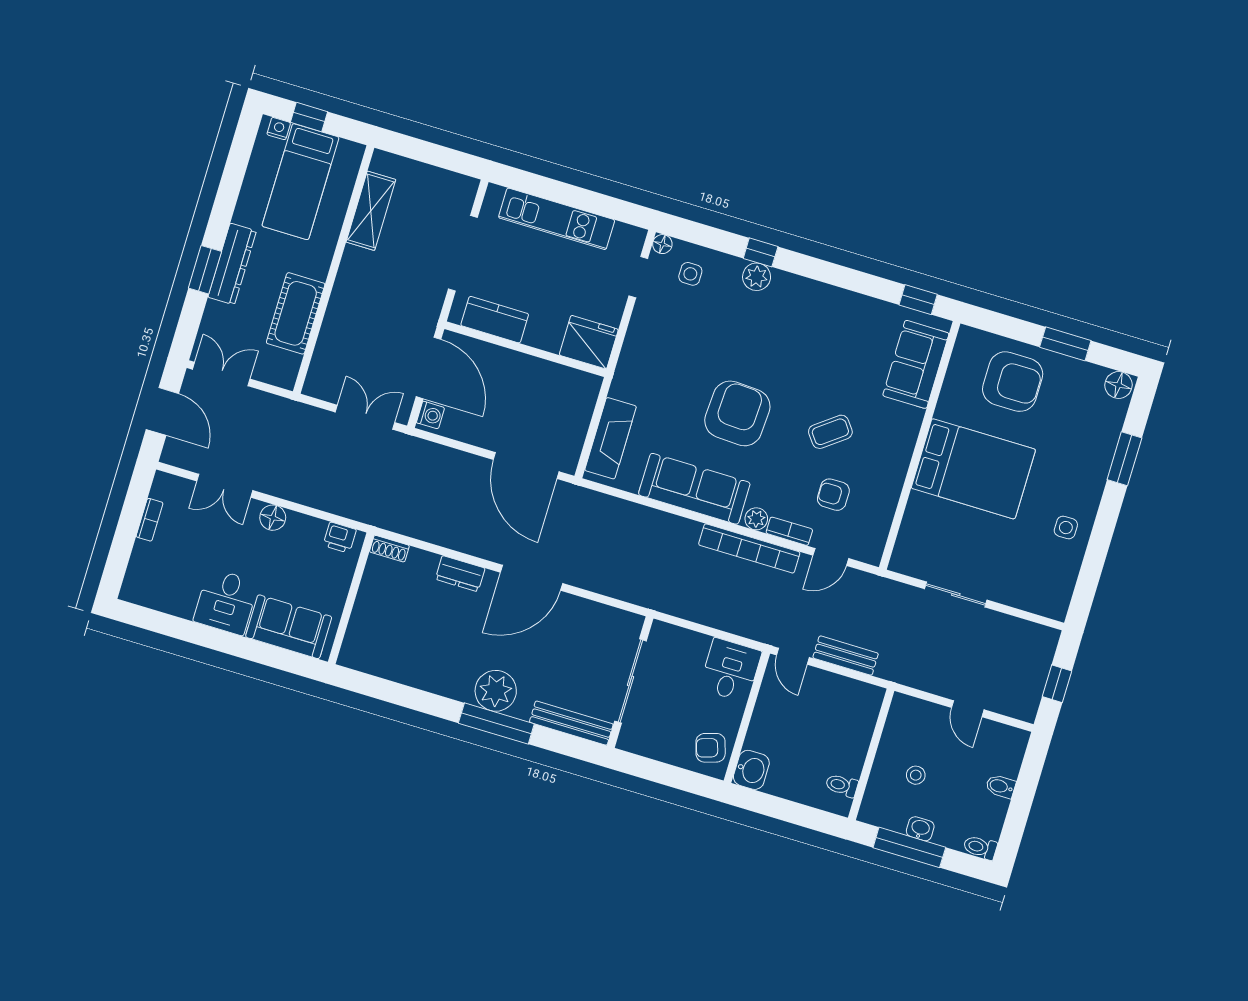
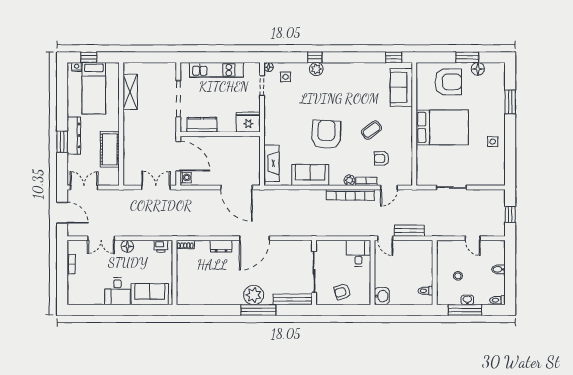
floor lamp: (1119, 385) -> (478, 69), moved
sofa: (694, 489) -> (310, 175), width x0.73
armchair: (711, 748) -> (342, 292), moved

